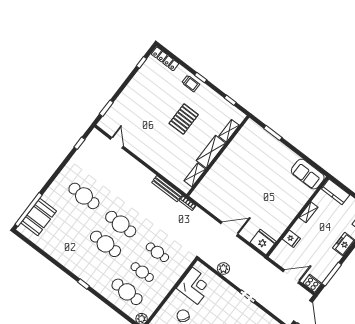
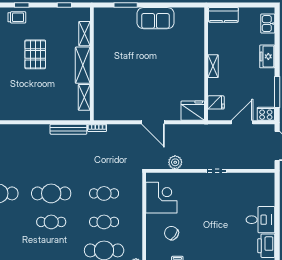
sofa: (308, 174) -> (155, 18), moved
shelving: (308, 212) -> (213, 66), moved
door: (229, 229) -> (153, 122), swing flipped
fridge: (291, 239) -> (216, 102), moved
cafe table: (105, 244) -> (51, 222), width x0.73, depth x0.74

